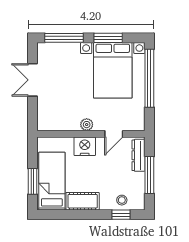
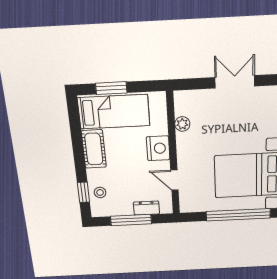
plant: (87, 125) -> (182, 124), moved
dresser: (138, 155) -> (146, 208), width x0.70

